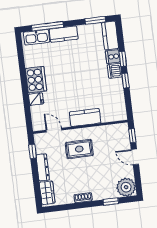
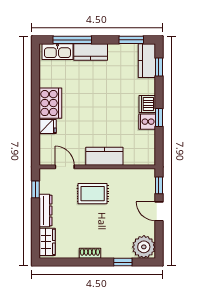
cooker: (113, 57) -> (147, 122), moved
window: (123, 59) -> (159, 67), moved

